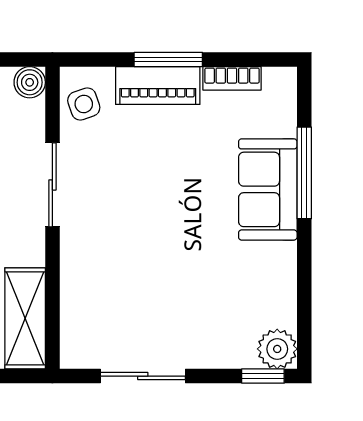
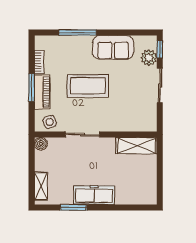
sofa: (268, 189) -> (113, 47), moved
coffee table: (173, 199) -> (88, 86), added
plant: (277, 349) -> (149, 58), moved
sliding door: (143, 376) -> (160, 86), moved

